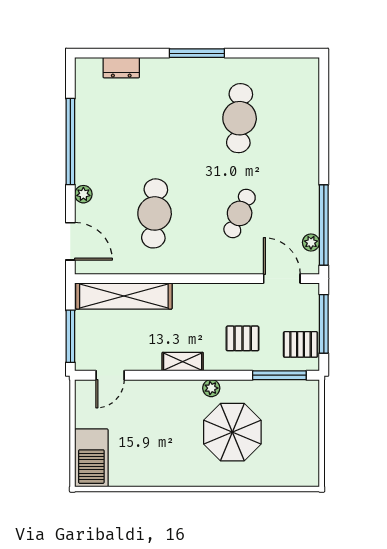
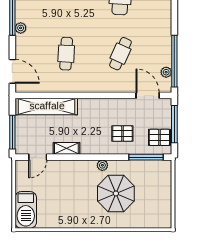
plant: (83, 194) -> (21, 28), moved
cafe table: (155, 213) -> (66, 54), width x0.73, depth x0.74
shelving: (183, 362) -> (66, 148), moved

